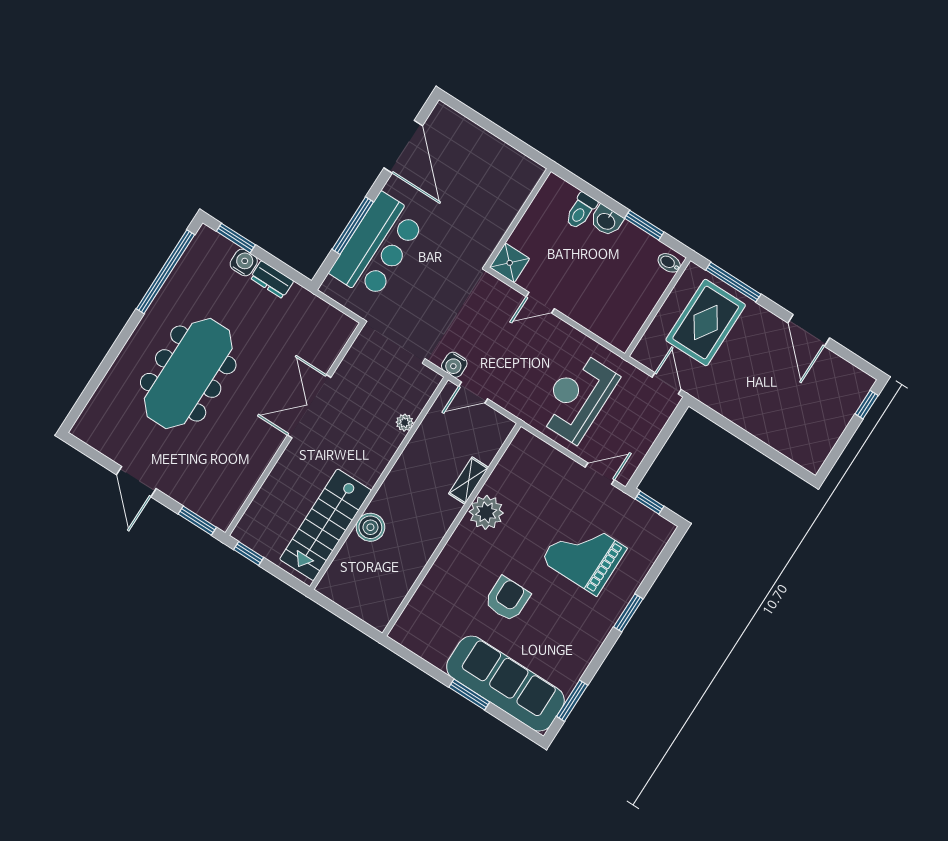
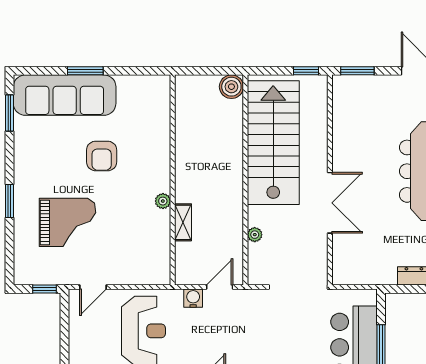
water cooler: (454, 365) -> (193, 298), moved
plant: (486, 512) -> (163, 201), width x0.53, depth x0.53
stairs: (325, 525) -> (273, 143), width x1.36, depth x1.51
boiler: (370, 527) -> (231, 87), moved

